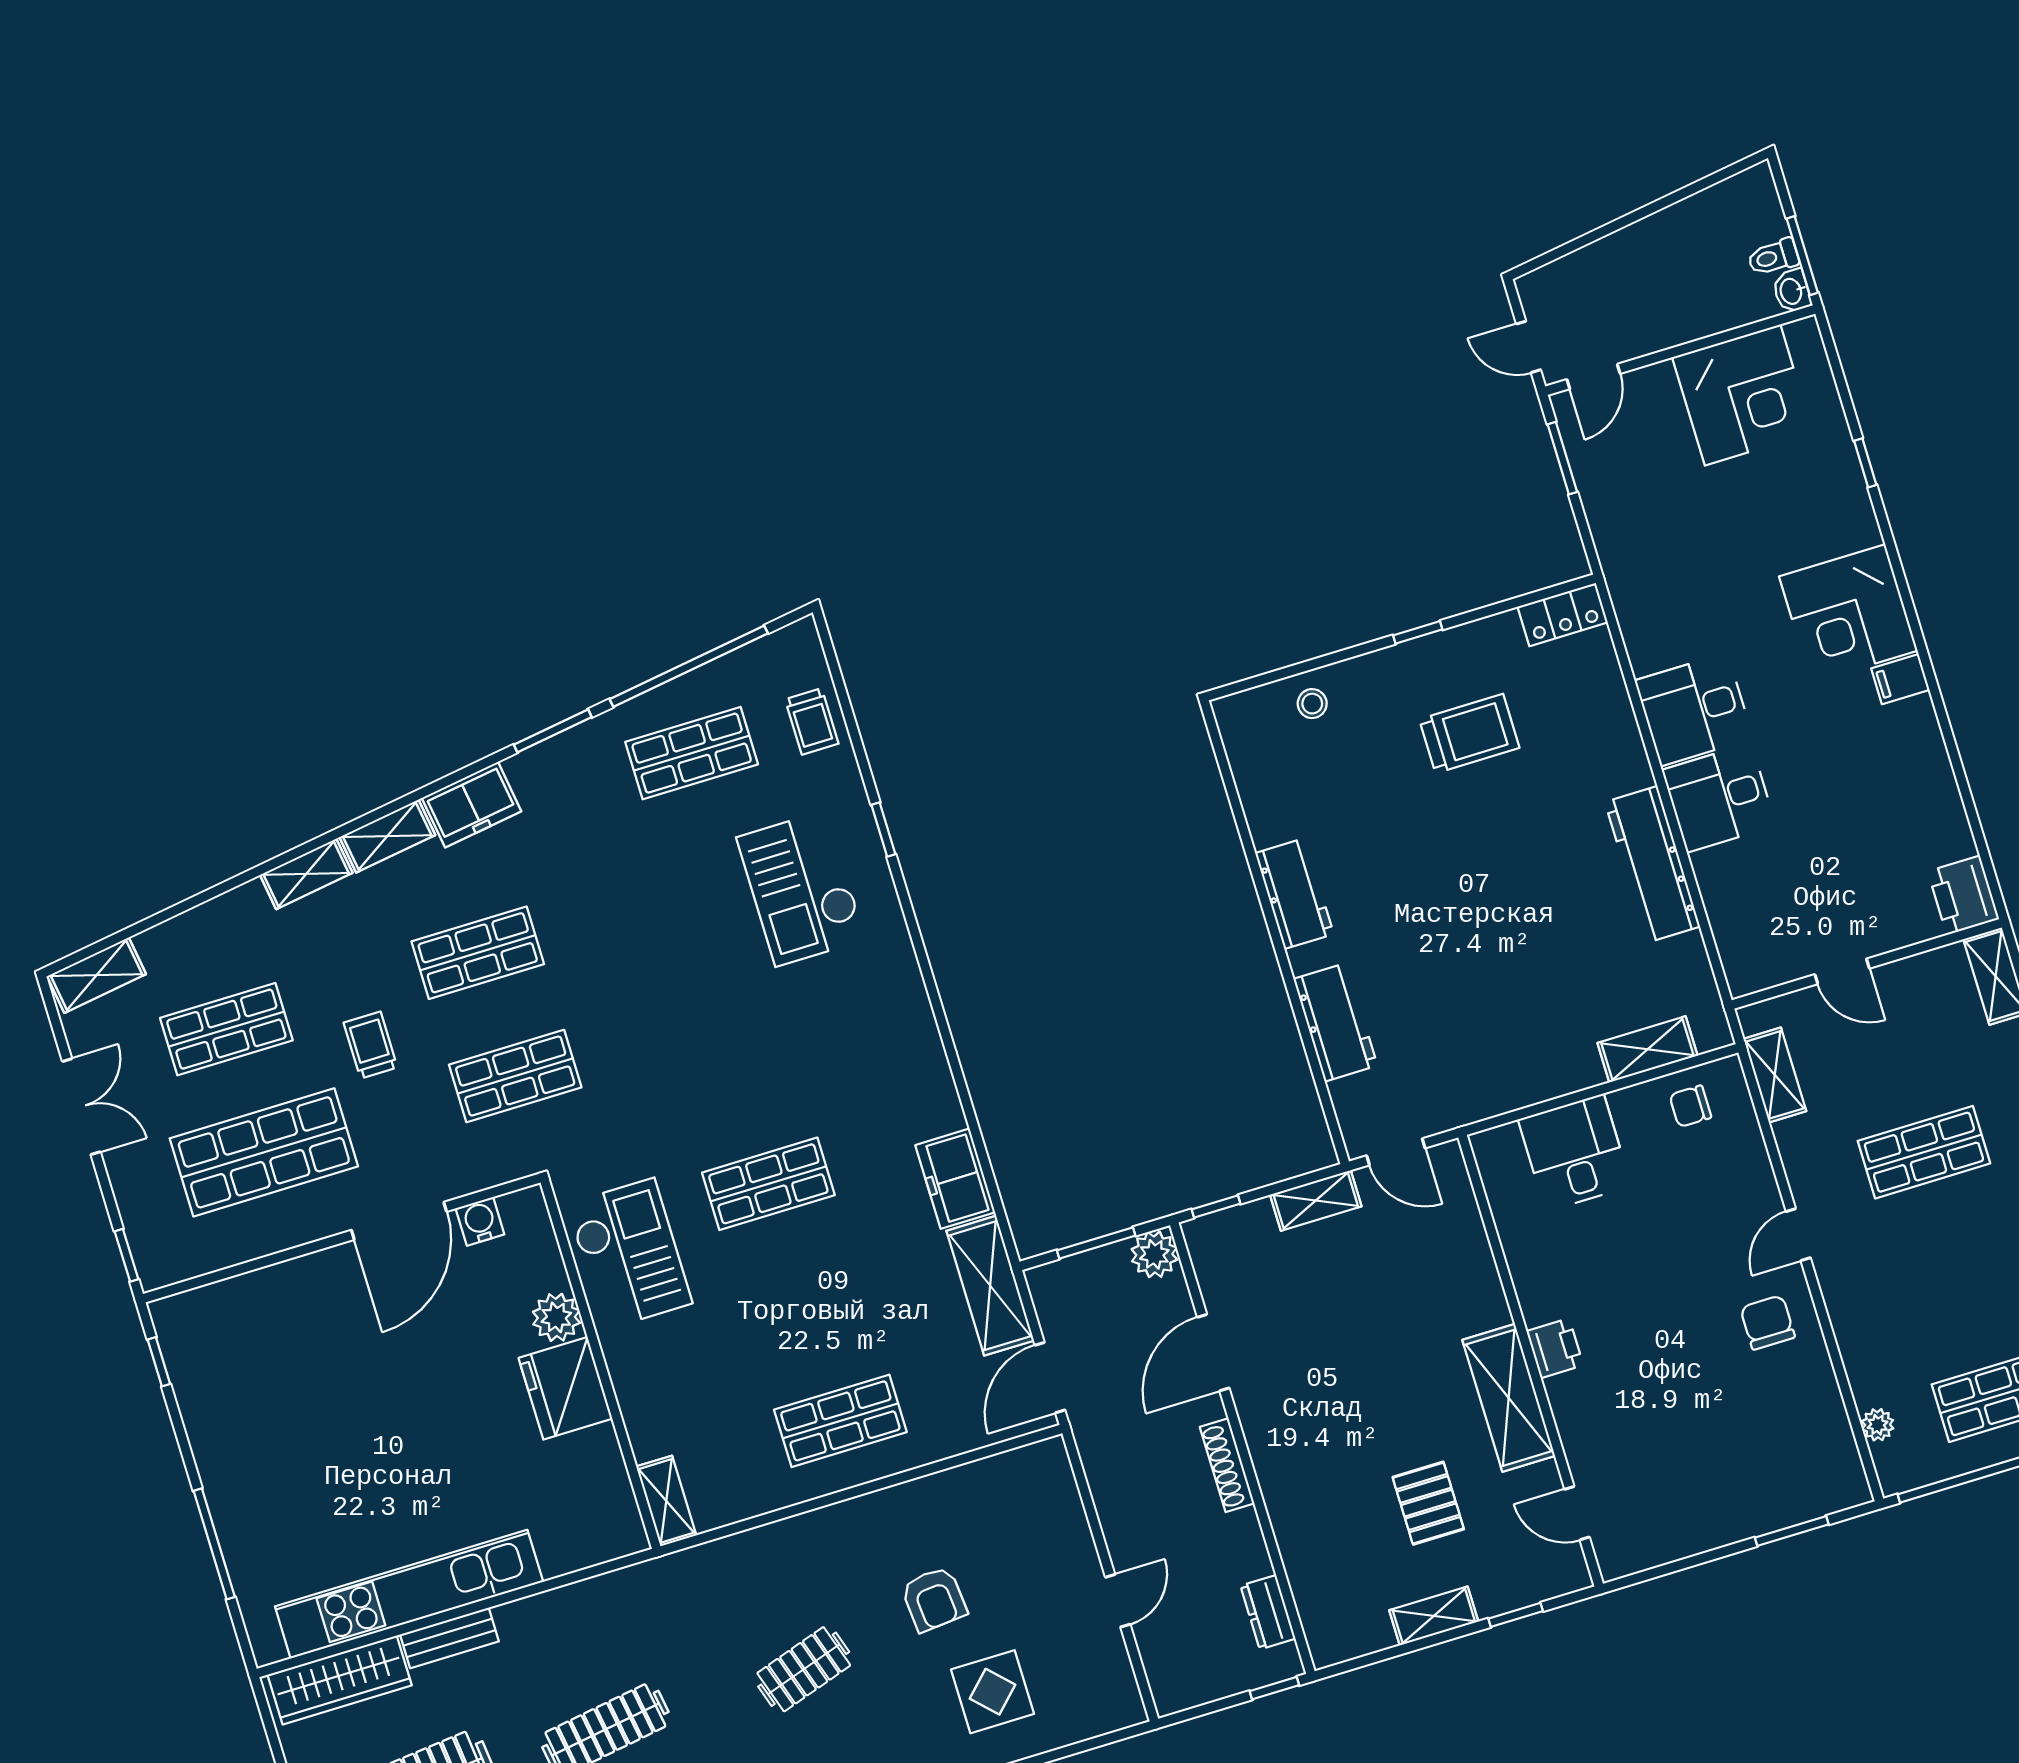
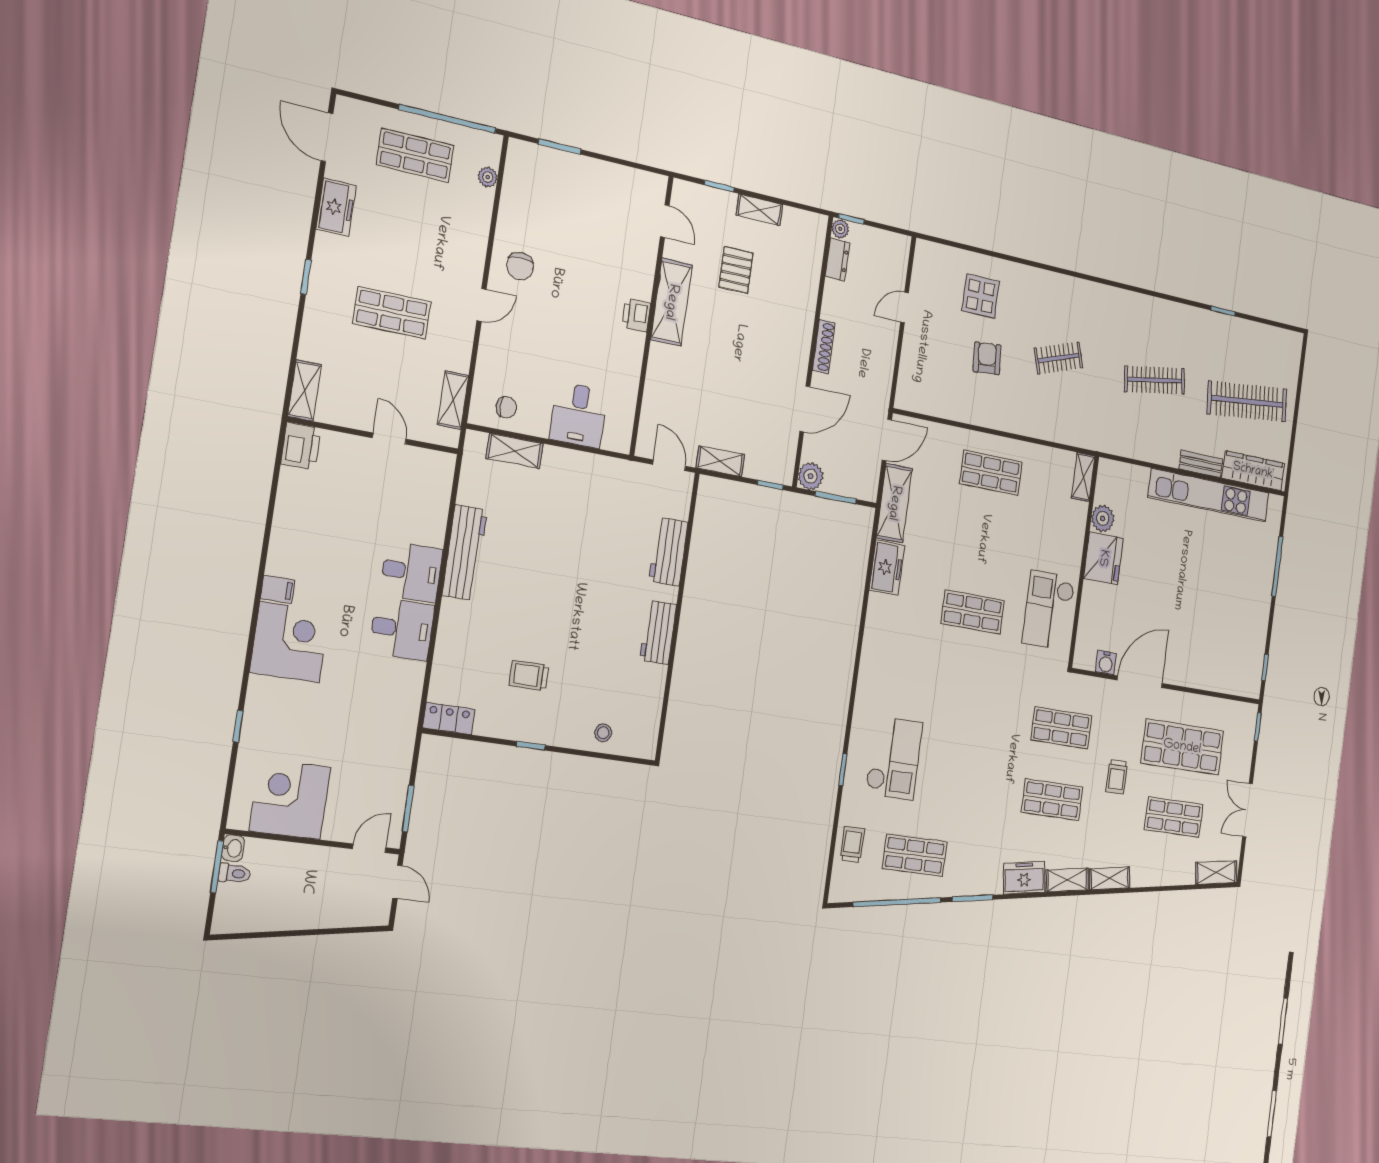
trolley: (1469, 734) -> (529, 675), width x0.73, depth x0.72
plant: (556, 1317) -> (1103, 518), moved
plant: (1286, 1662) -> (840, 229), added

